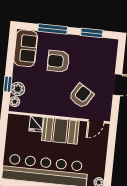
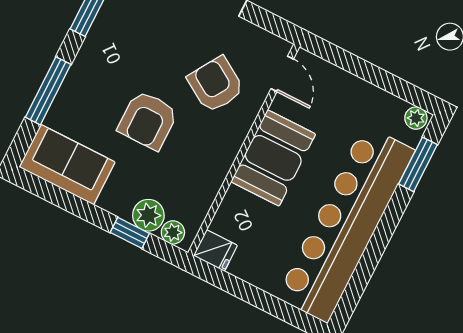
armchair: (58, 61) -> (148, 120), moved
fridge: (36, 124) -> (215, 251), moved

